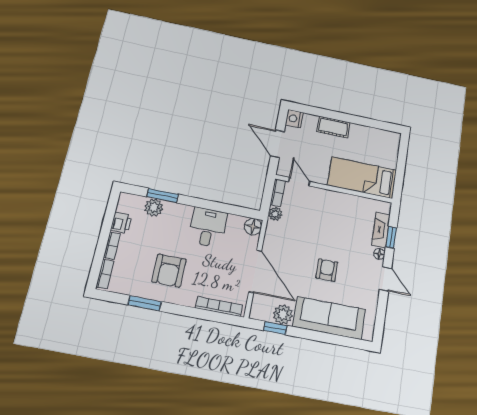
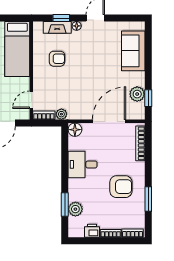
armchair: (327, 270) -> (57, 59), moved, turned 180
sofa: (329, 318) -> (133, 51), width x0.73

